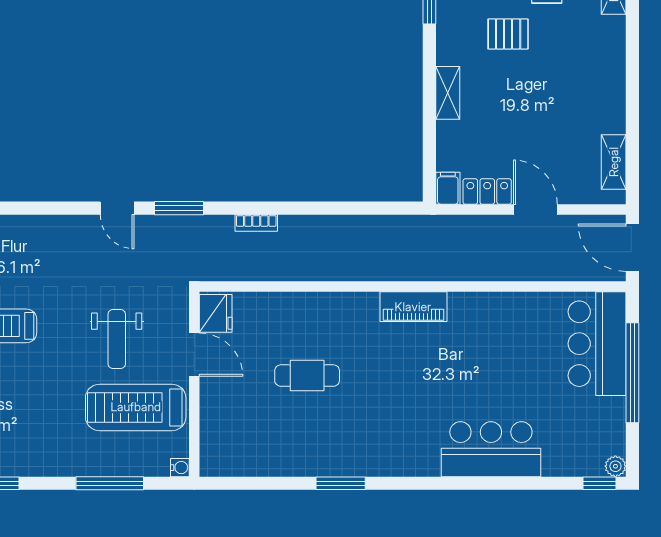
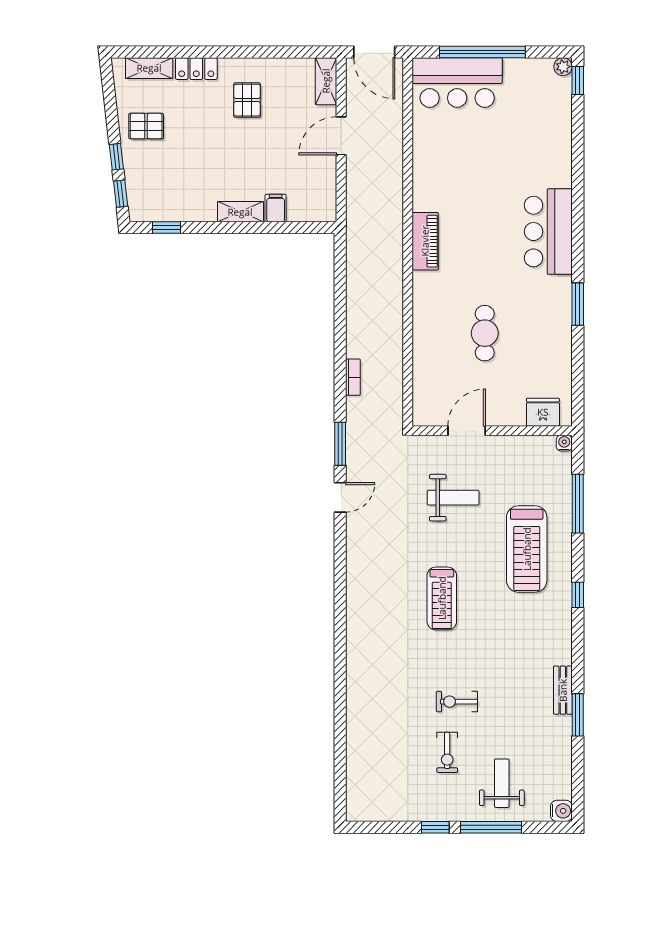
pallet: (508, 34) -> (247, 100), moved
shelving: (614, 162) -> (326, 81), moved, turned 90
filing cabinet: (448, 188) -> (276, 208), moved, turned 90
locker: (487, 191) -> (196, 69), moved, turned -90
door: (632, 248) -> (374, 52), hinge flipped
fridge: (216, 313) -> (543, 412), moved
treadmill: (136, 407) -> (527, 549), moved
bar counter: (491, 449) -> (548, 232), moved

